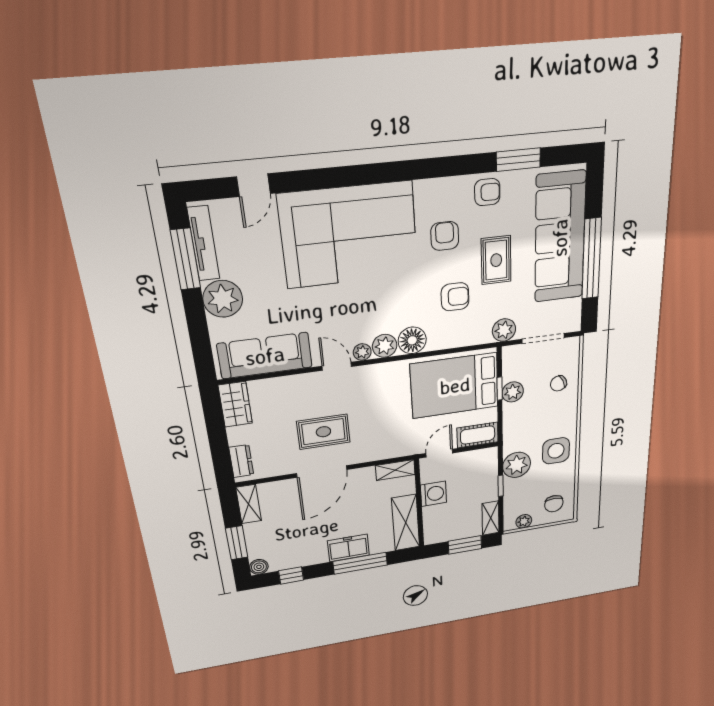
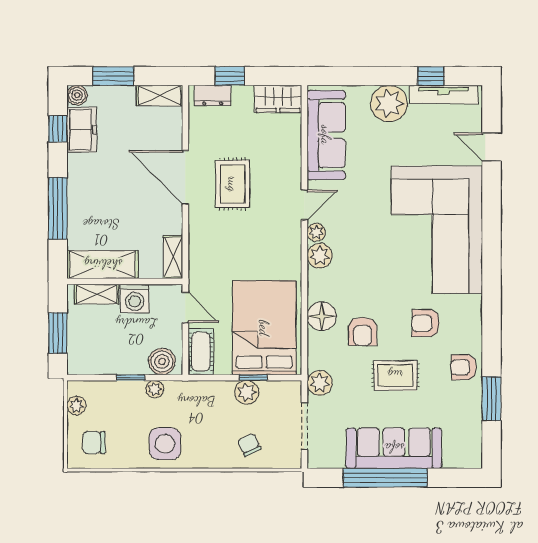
armchair: (487, 192) -> (464, 367), turned 90
armchair: (445, 236) -> (426, 323), turned 180
sofa: (560, 238) -> (394, 448), width x0.74, depth x0.79
window: (186, 259) -> (431, 76), width x0.46
floor lamp: (412, 340) -> (322, 316), moved
window: (220, 449) -> (230, 76), added
boiler: (487, 464) -> (162, 361), added
plant: (517, 465) -> (155, 389), width x0.53, depth x0.53
shelving: (491, 518) -> (96, 294), moved
freezer: (348, 548) -> (82, 130), moved

